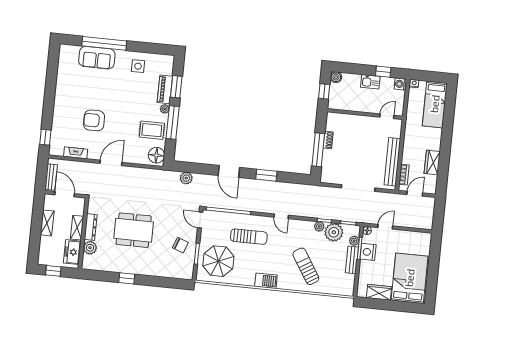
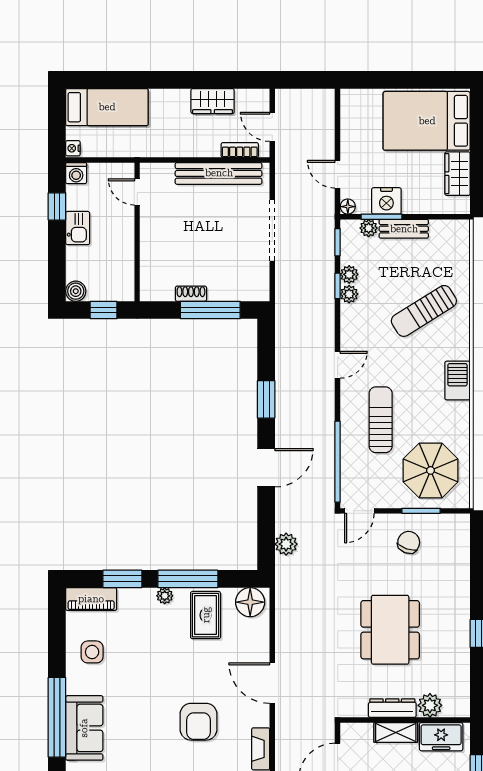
piano: (165, 89) -> (91, 599), moved
plant: (334, 232) -> (349, 274), width x0.53, depth x0.53

